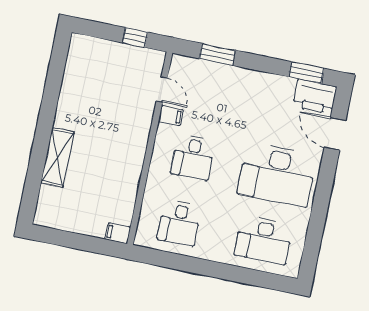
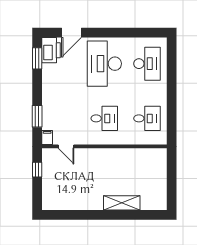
door: (162, 90) -> (66, 146), swing flipped
filing cabinet: (171, 116) -> (47, 137), moved
desk: (277, 174) -> (104, 64), turned 180
filing cabinet: (118, 233) -> (161, 156), removed

